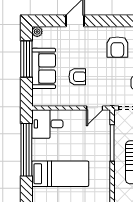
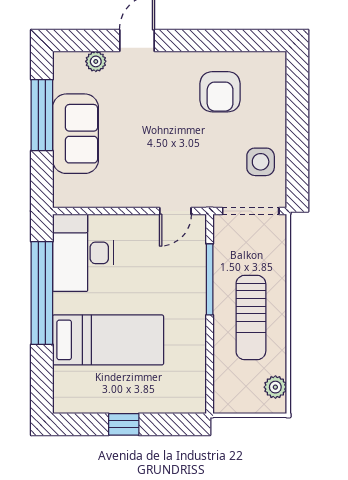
plant: (37, 32) -> (96, 61), moved
armchair: (77, 77) -> (142, 150), removed
desk: (47, 124) -> (83, 253), width x1.37

